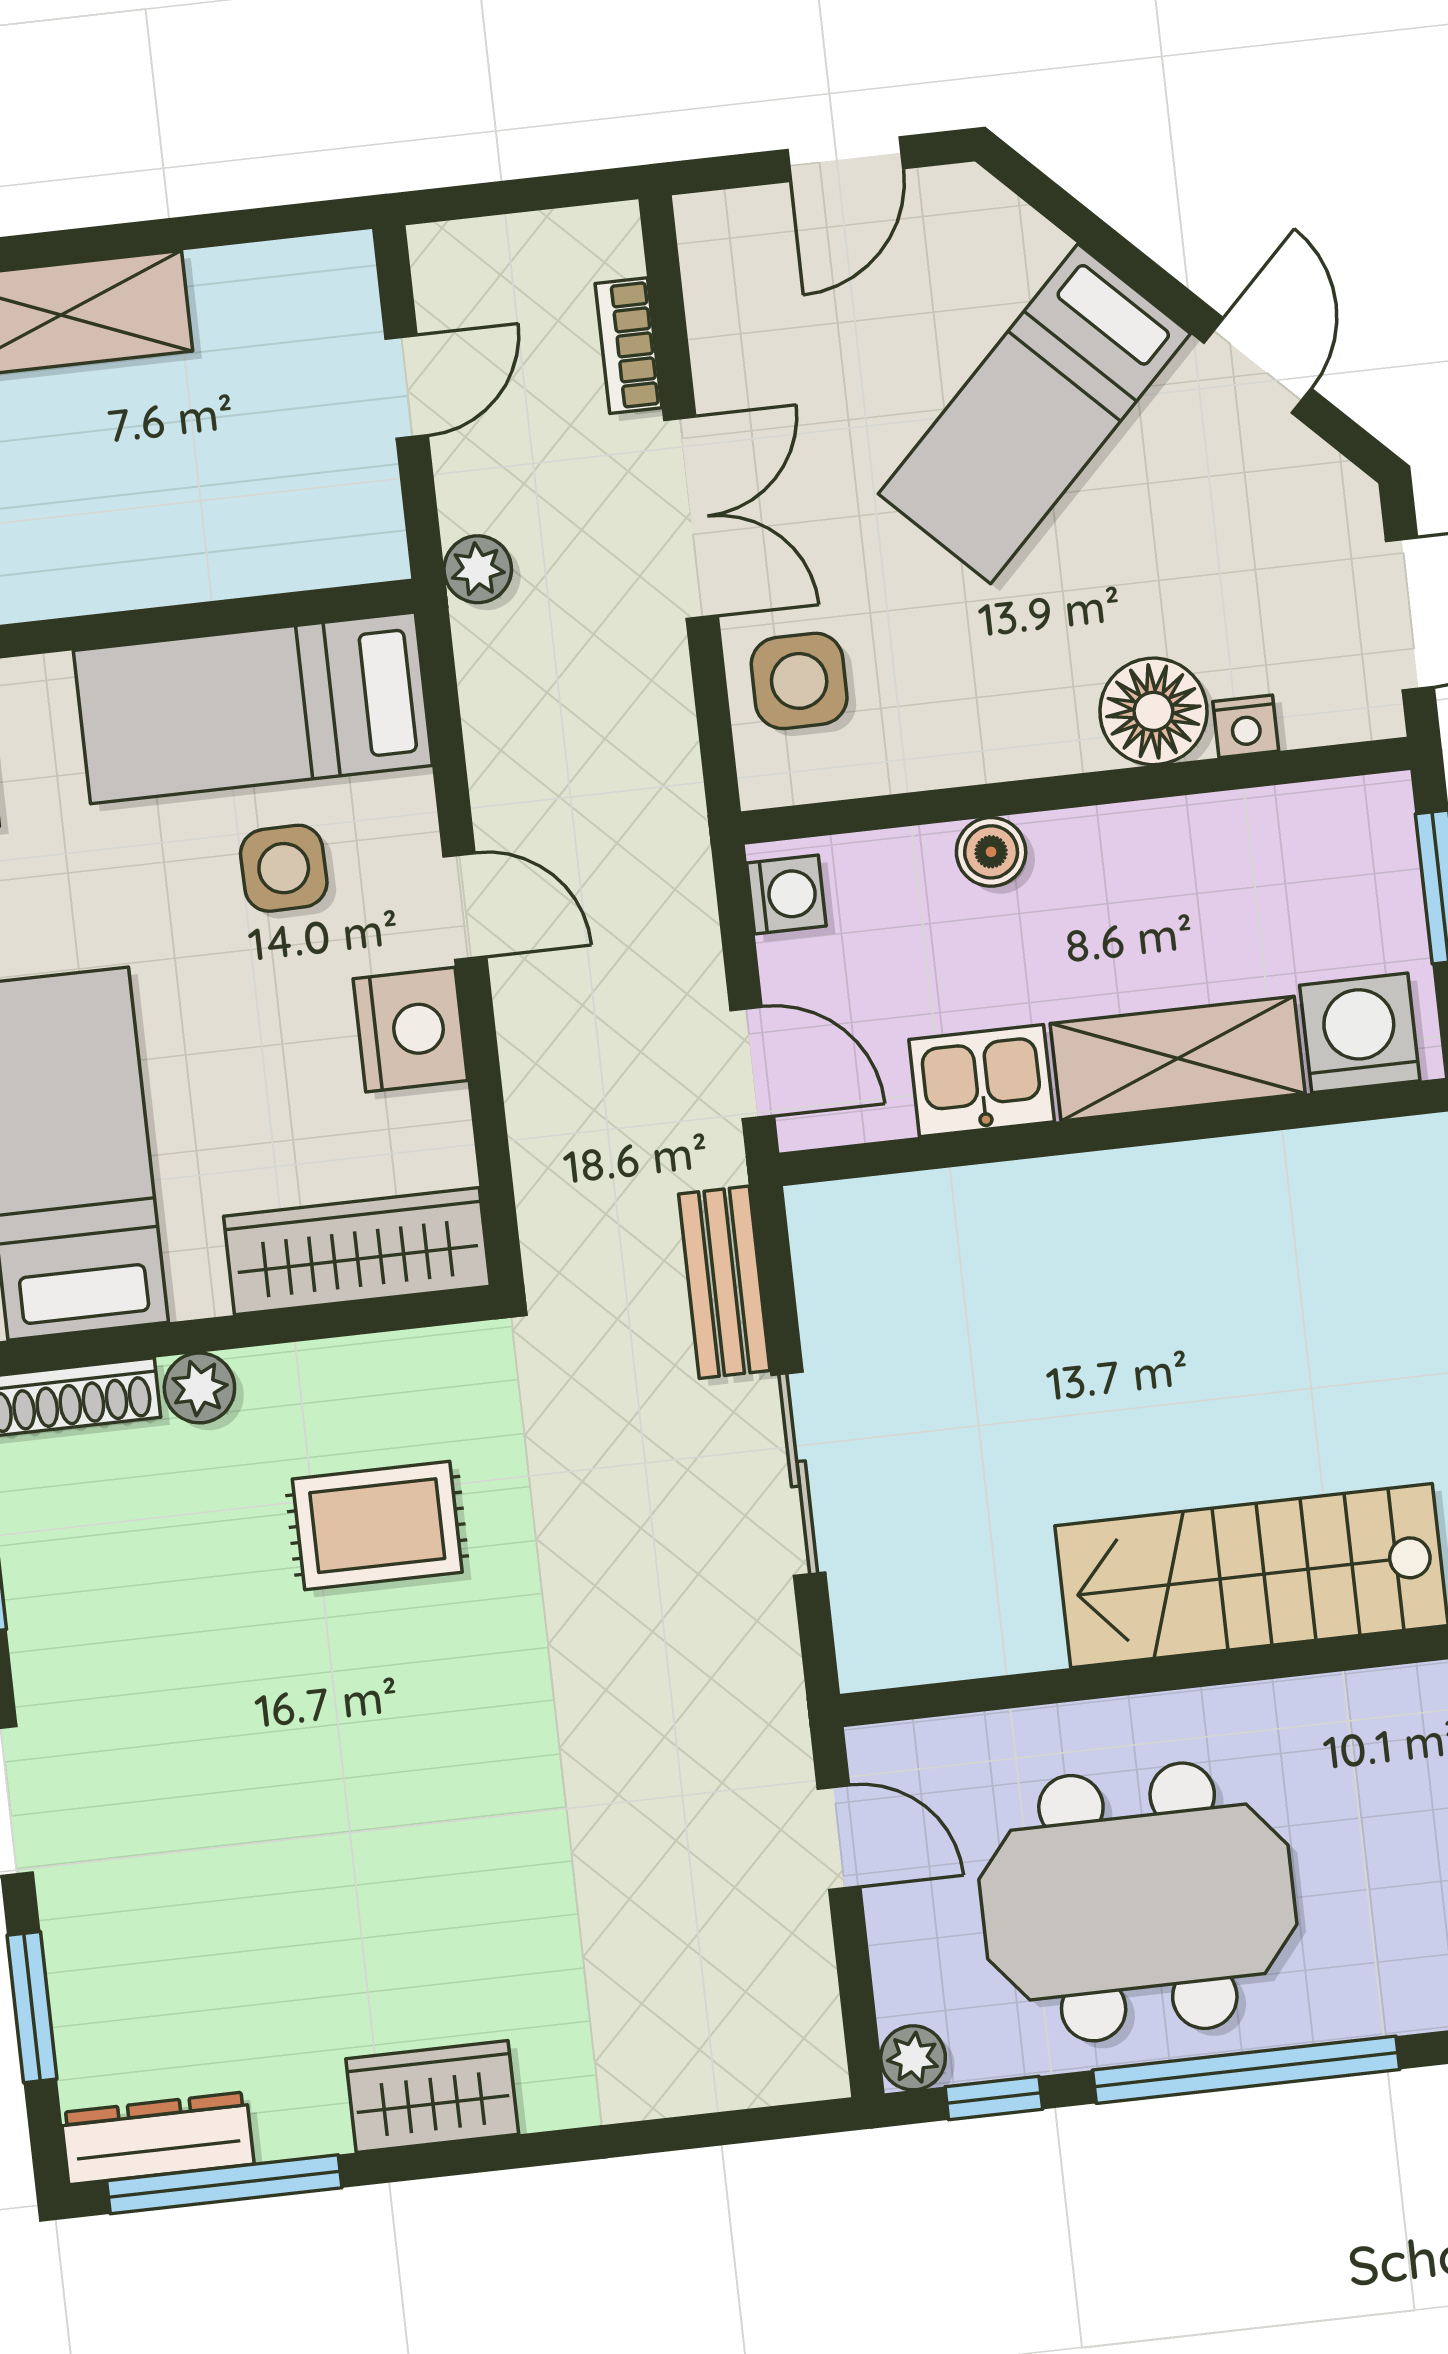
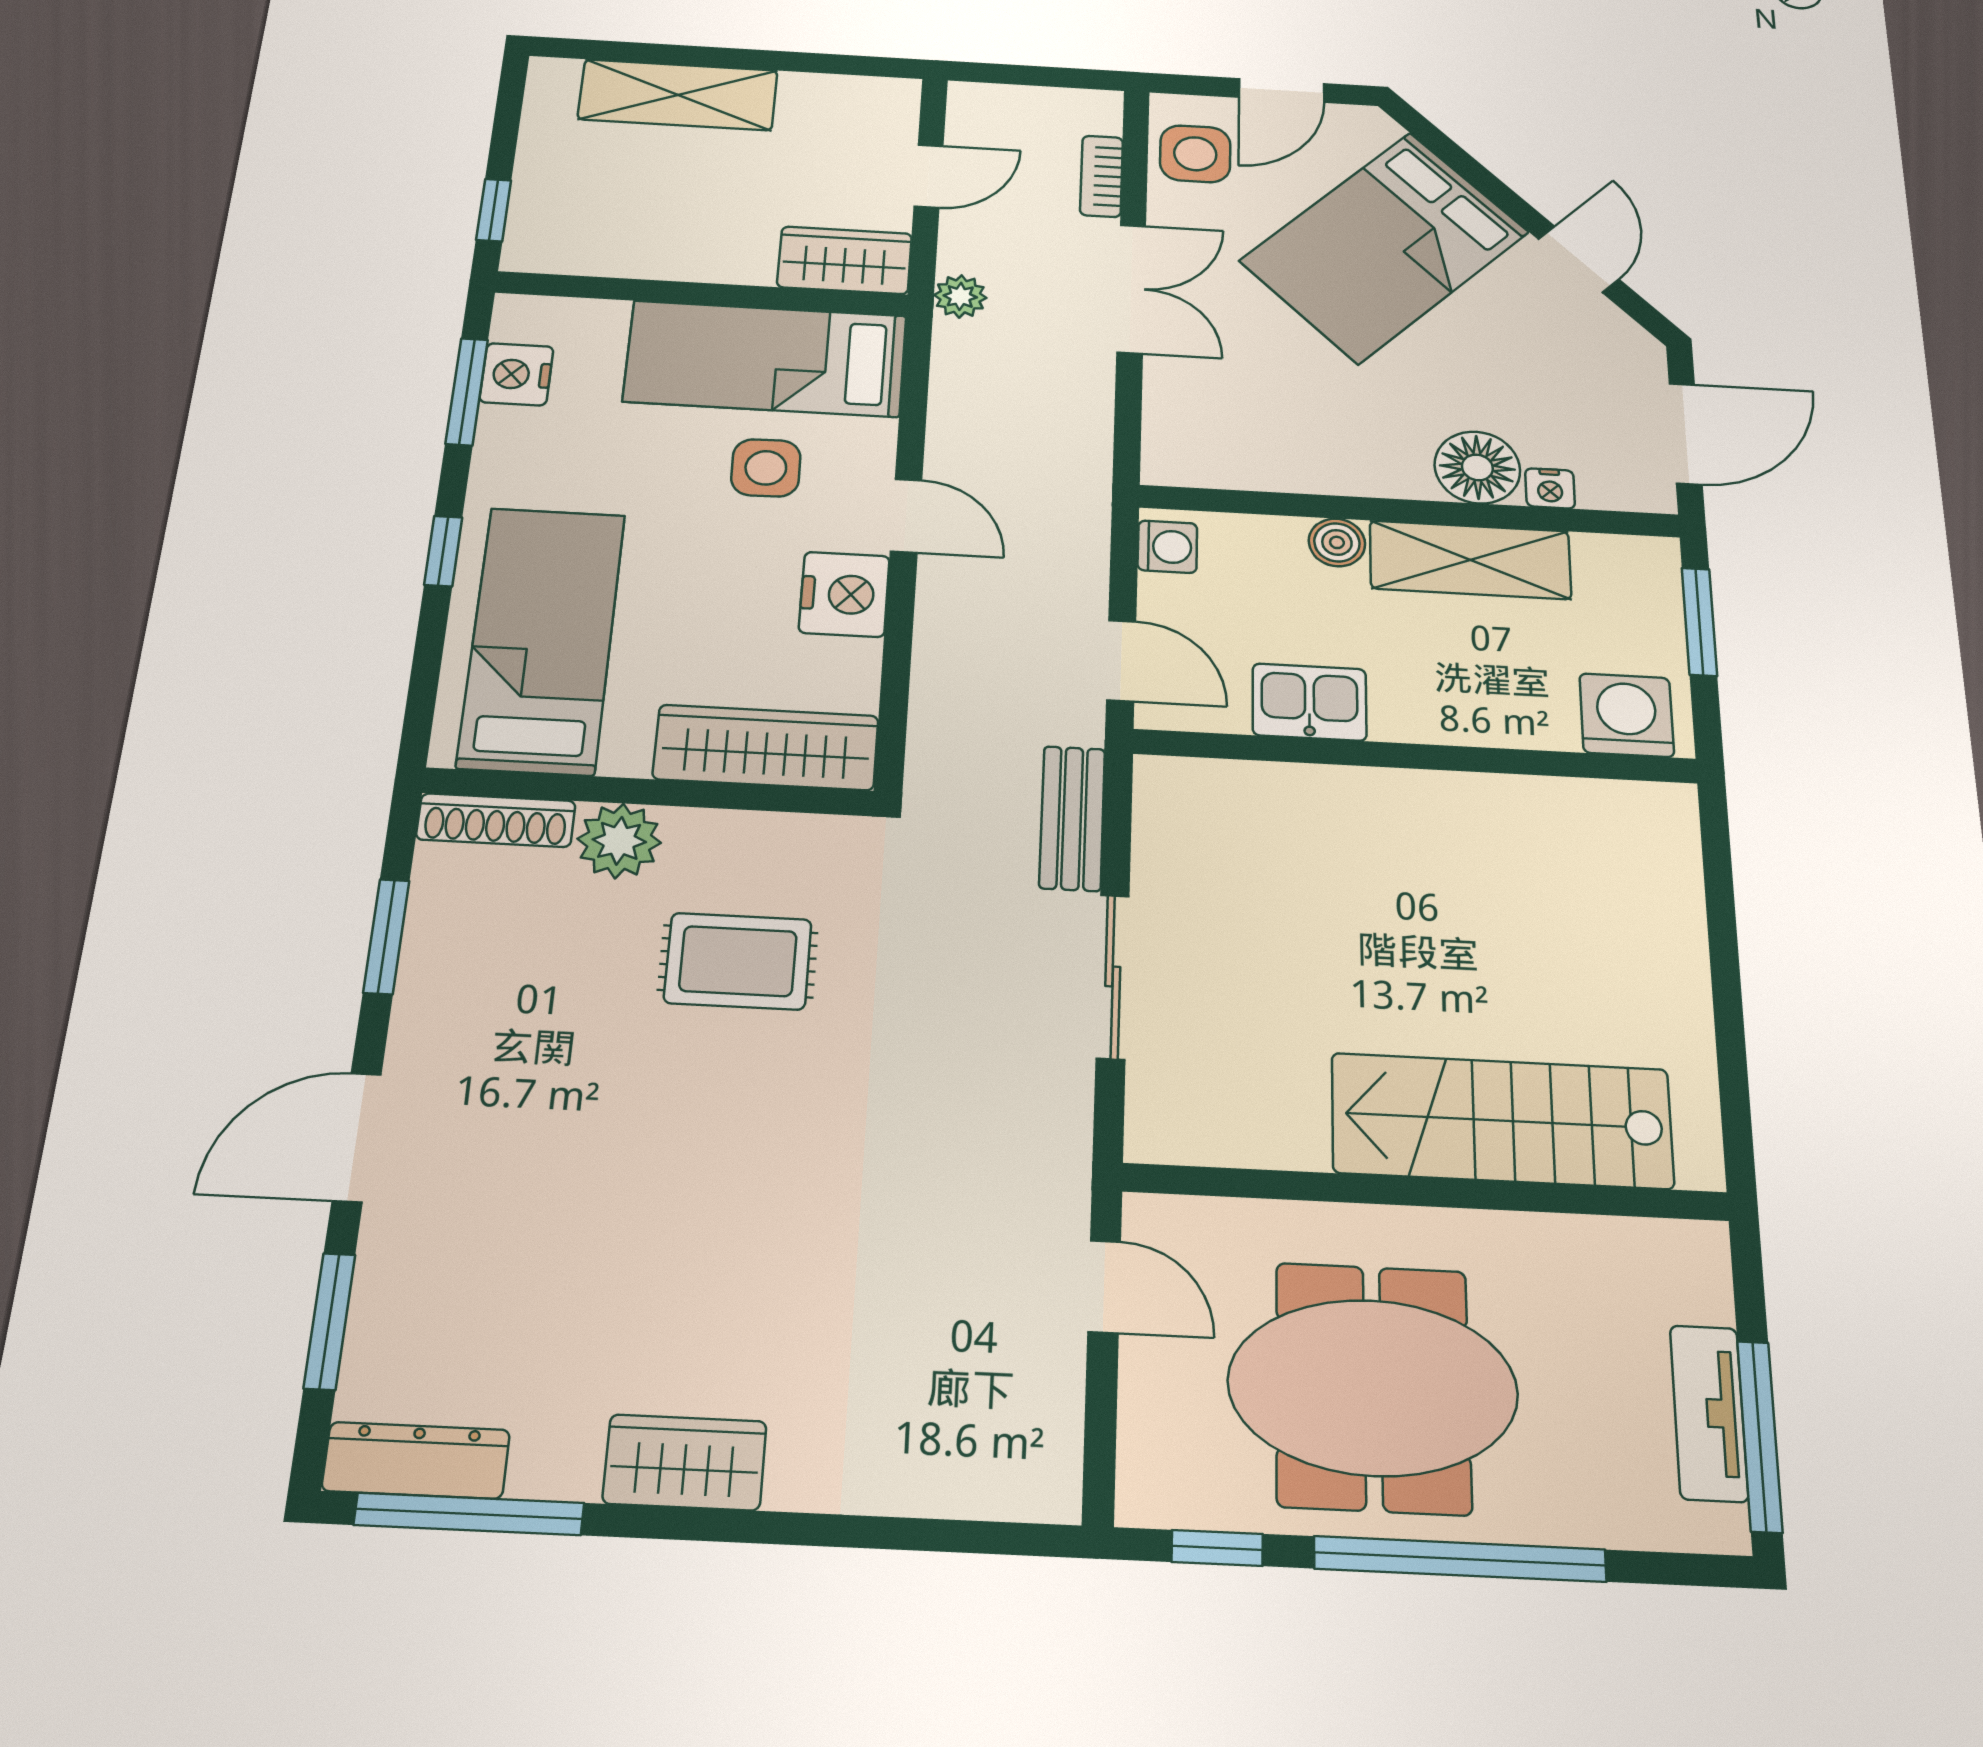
bed: (1034, 414) -> (1385, 246), width x1.50
wardrobe: (323, 540) -> (845, 260), added
side table: (799, 681) -> (1195, 154), moved
shelving: (1178, 1059) -> (1470, 560), moved
plant: (199, 1388) -> (619, 841), width x1.38, depth x1.38
plant: (913, 2058) -> (1145, 1498), removed

